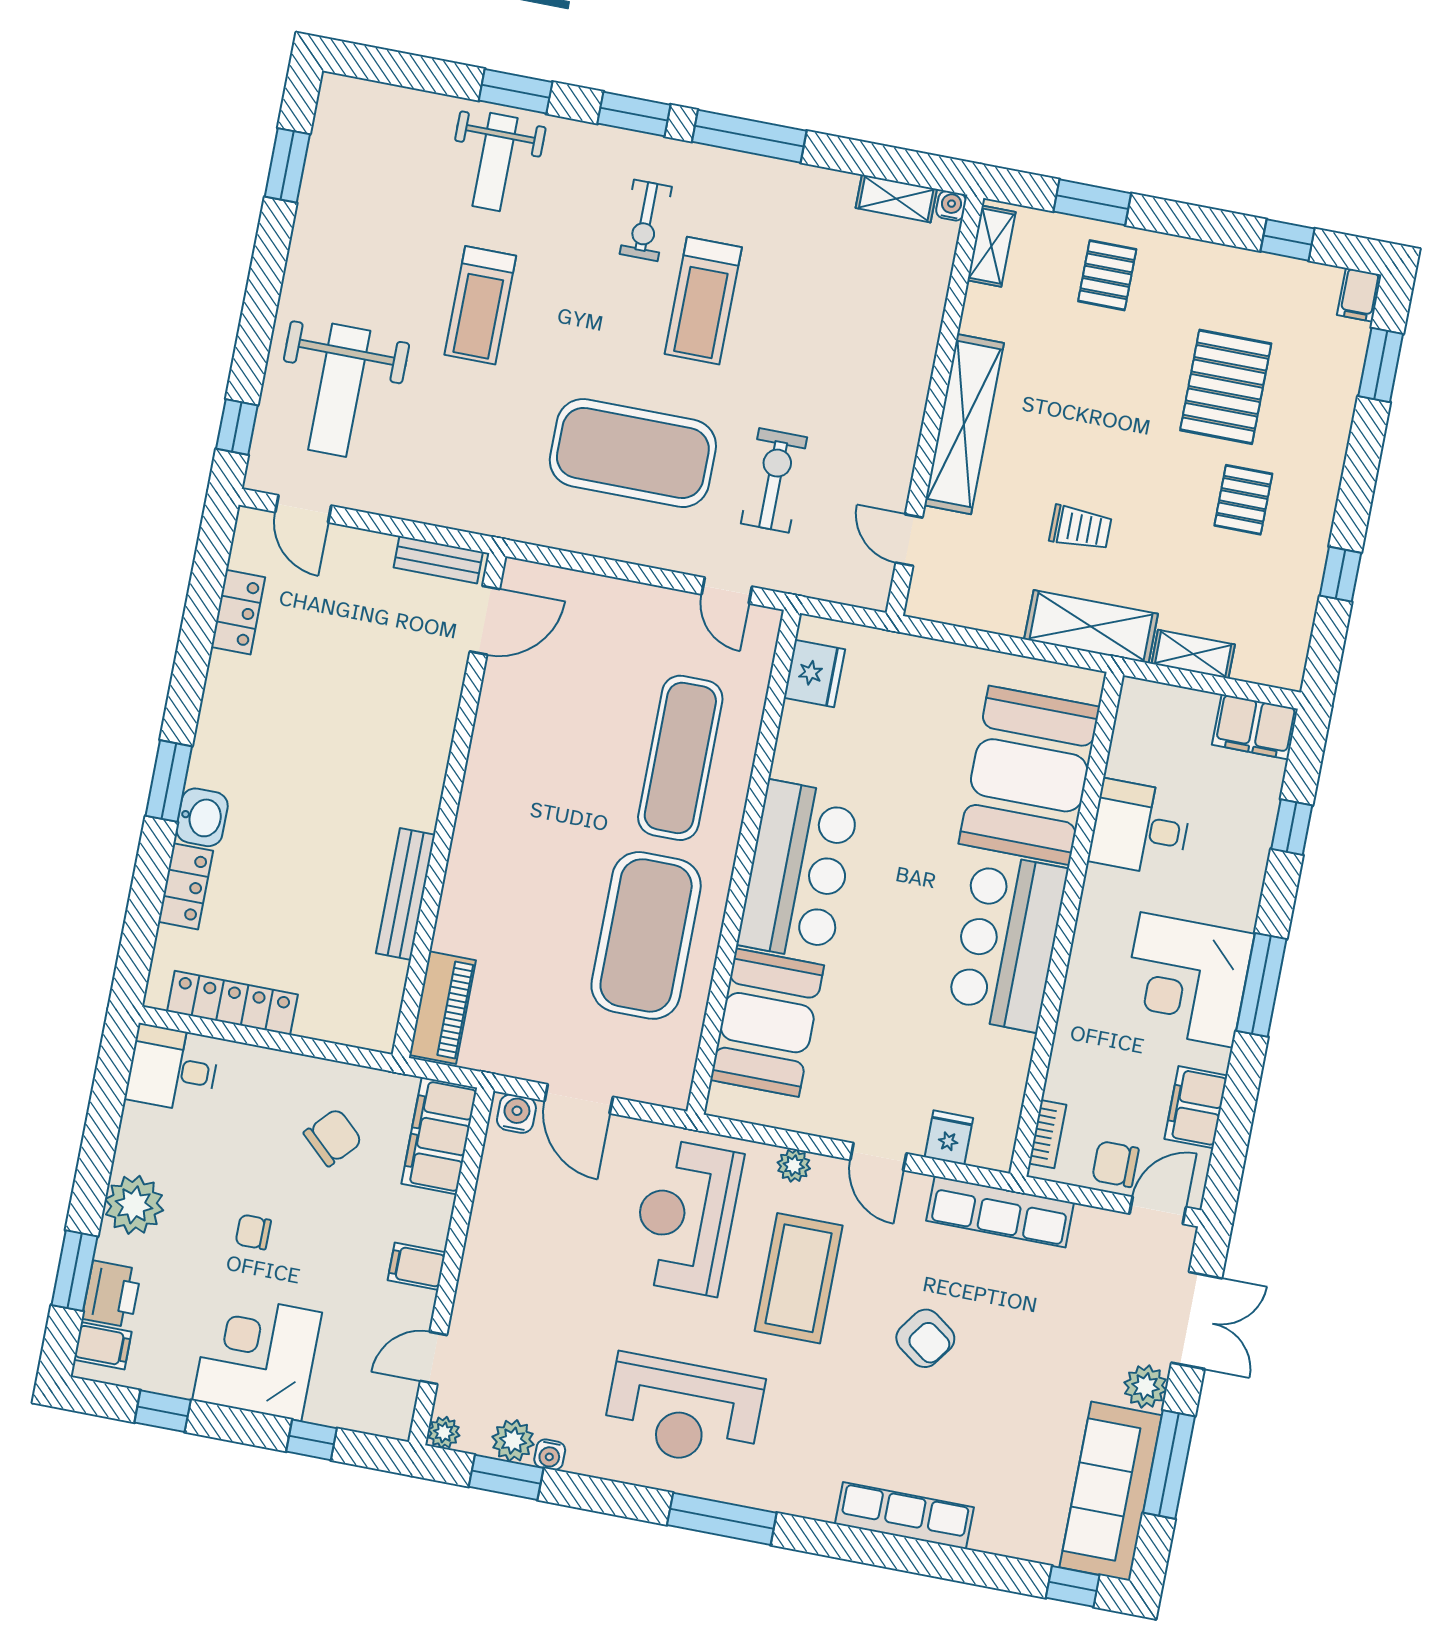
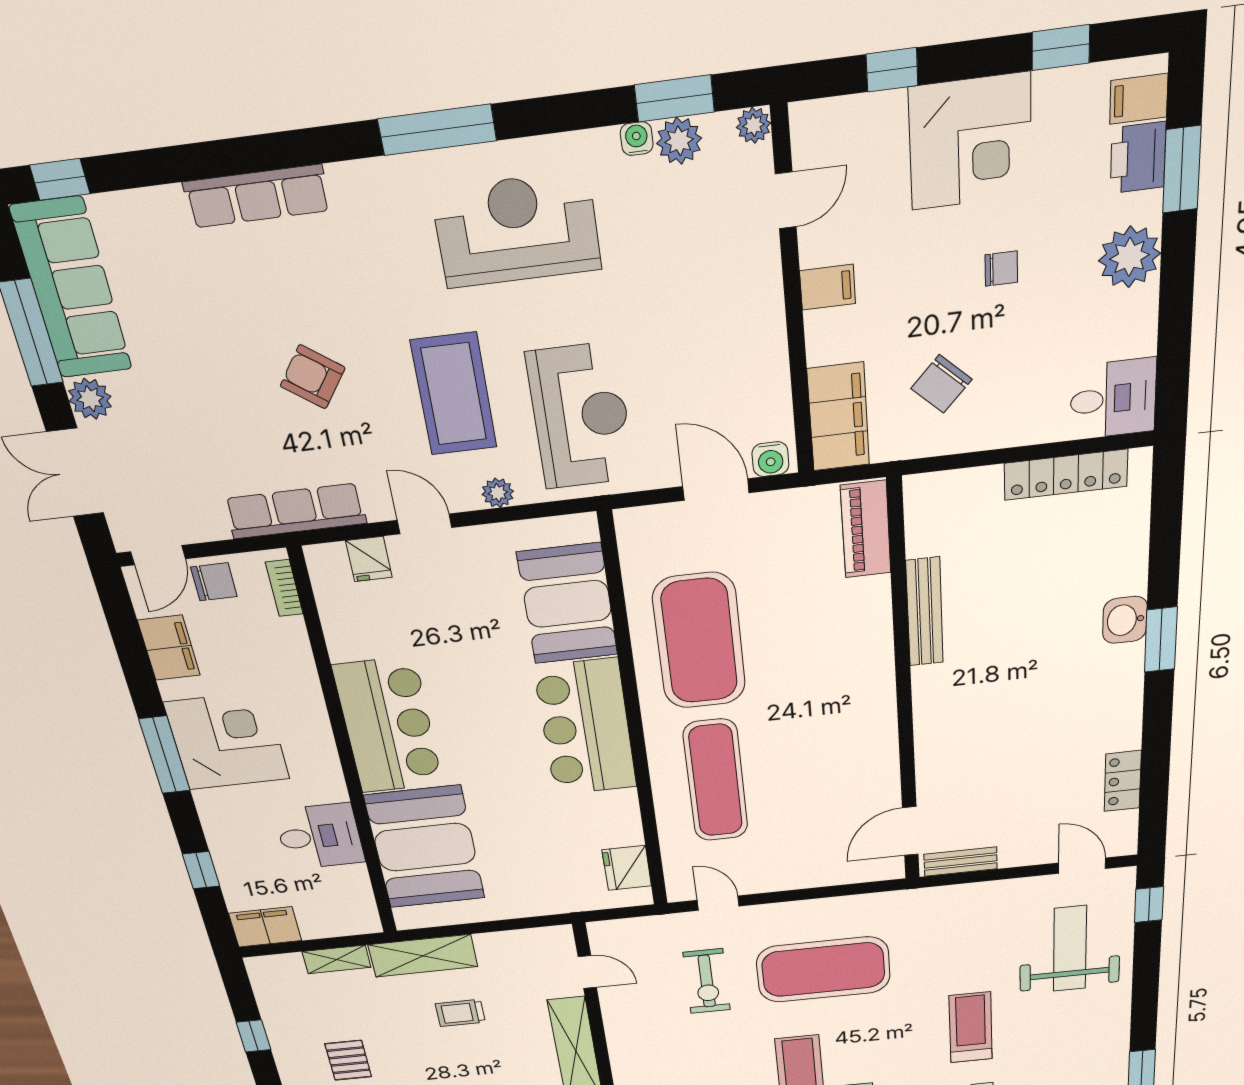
locker: (186, 886) -> (1130, 560), removed

